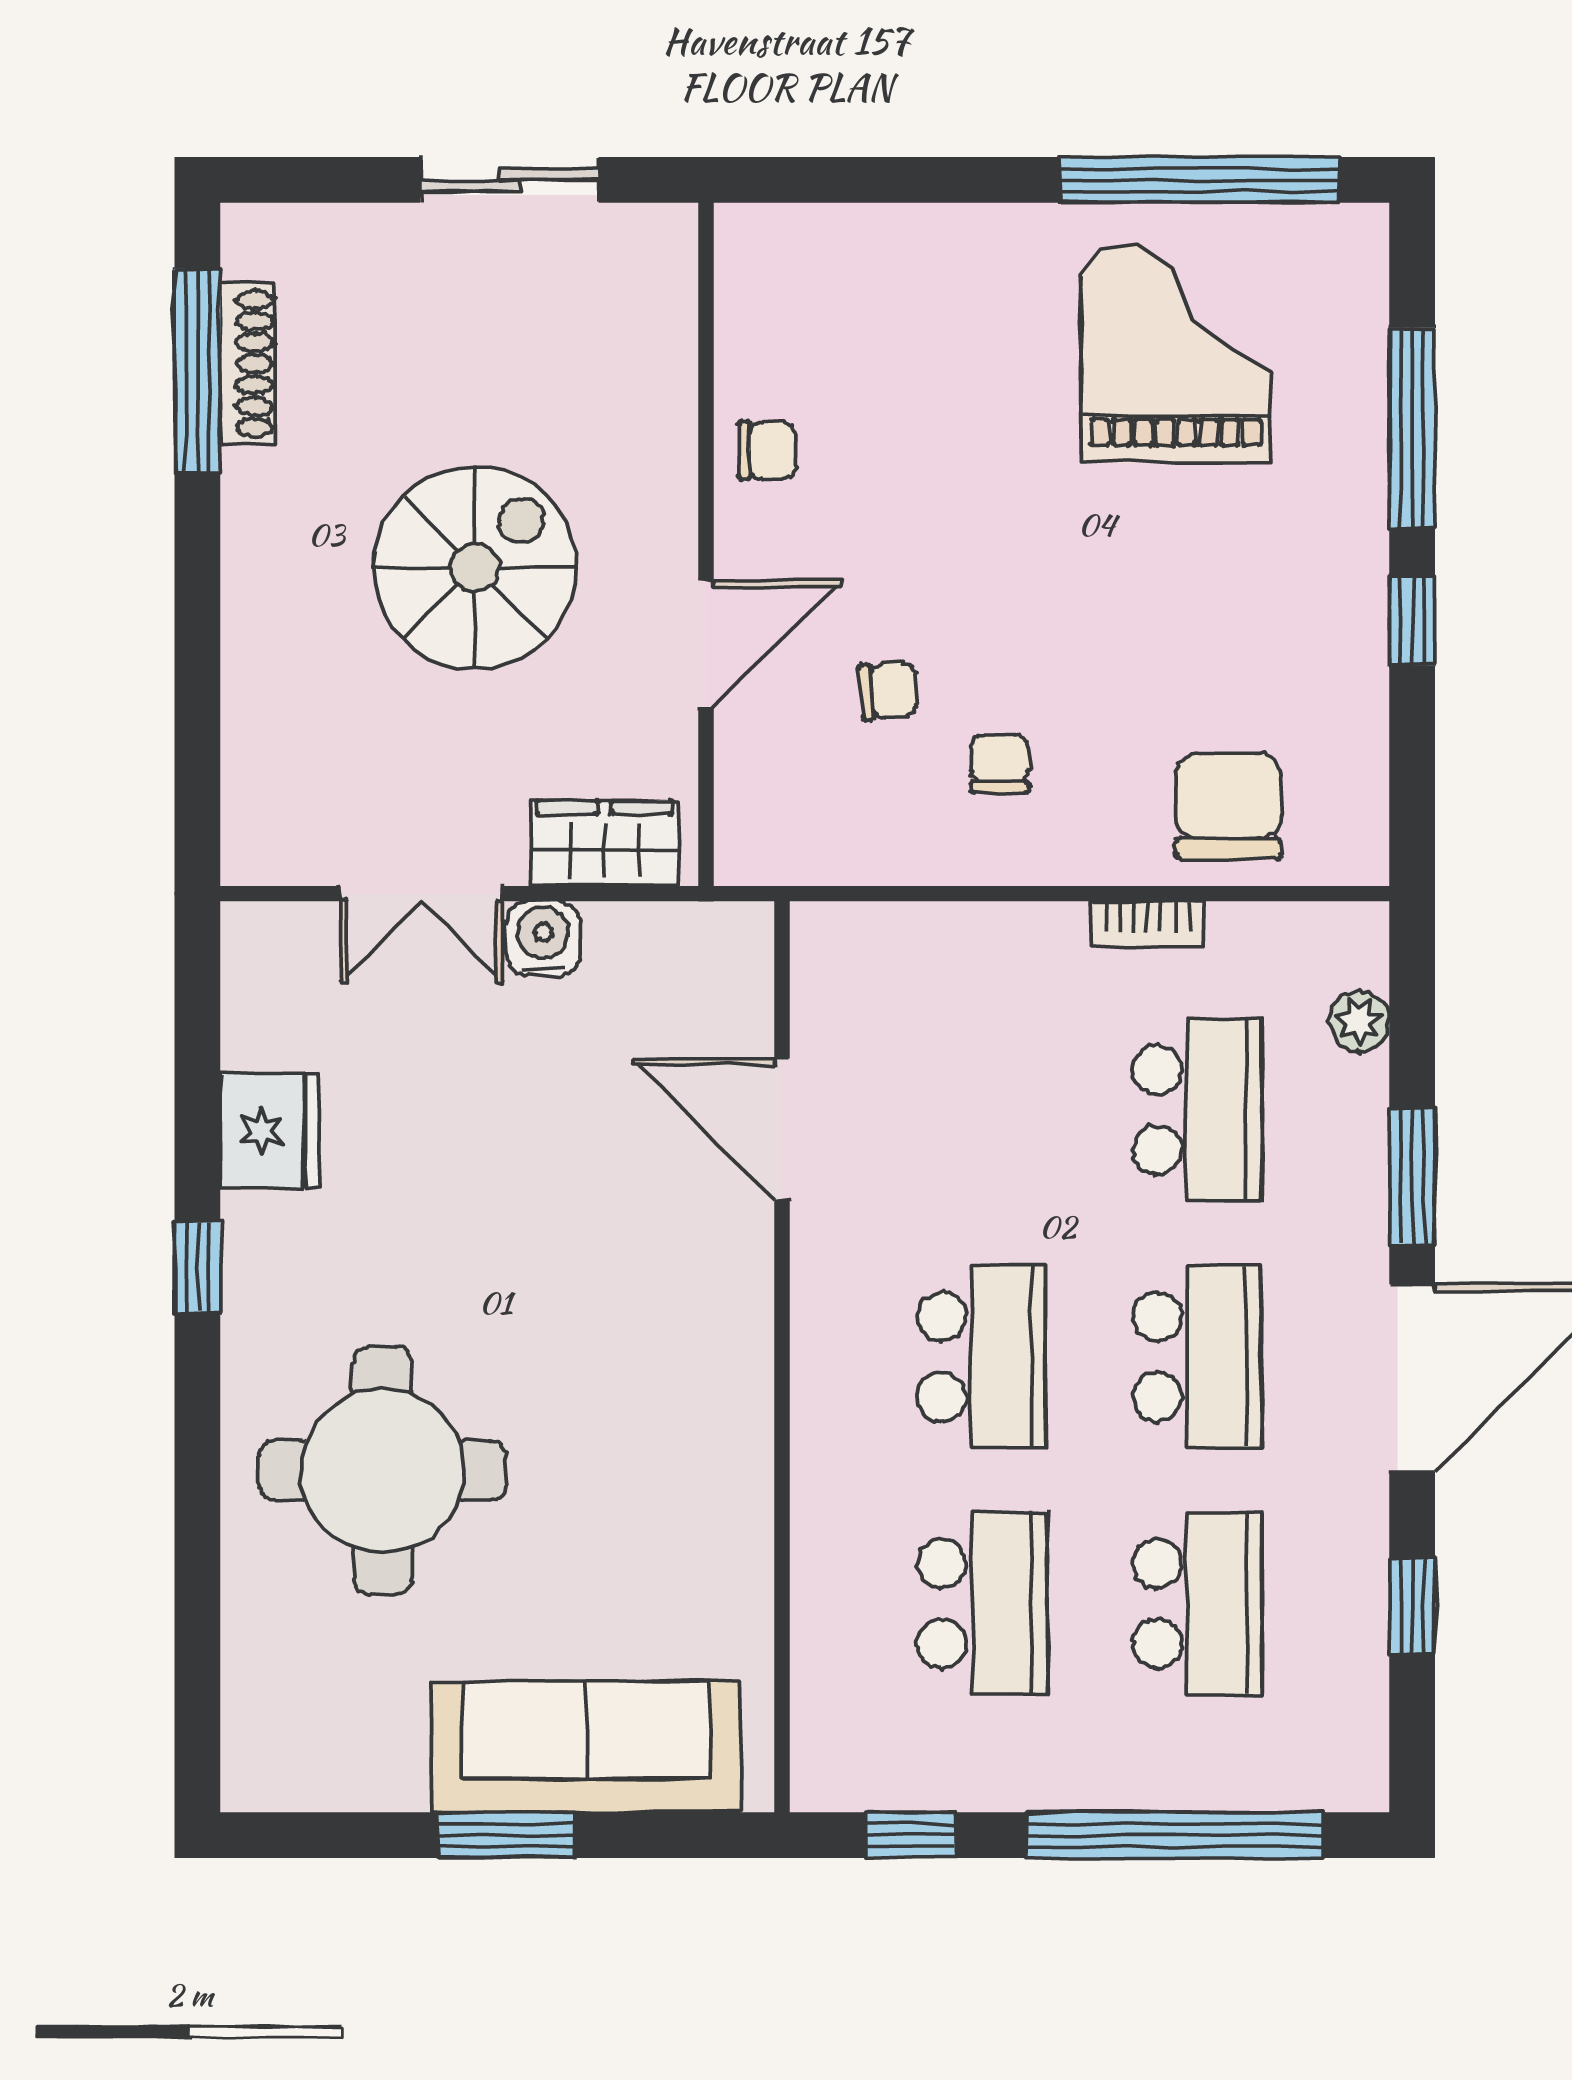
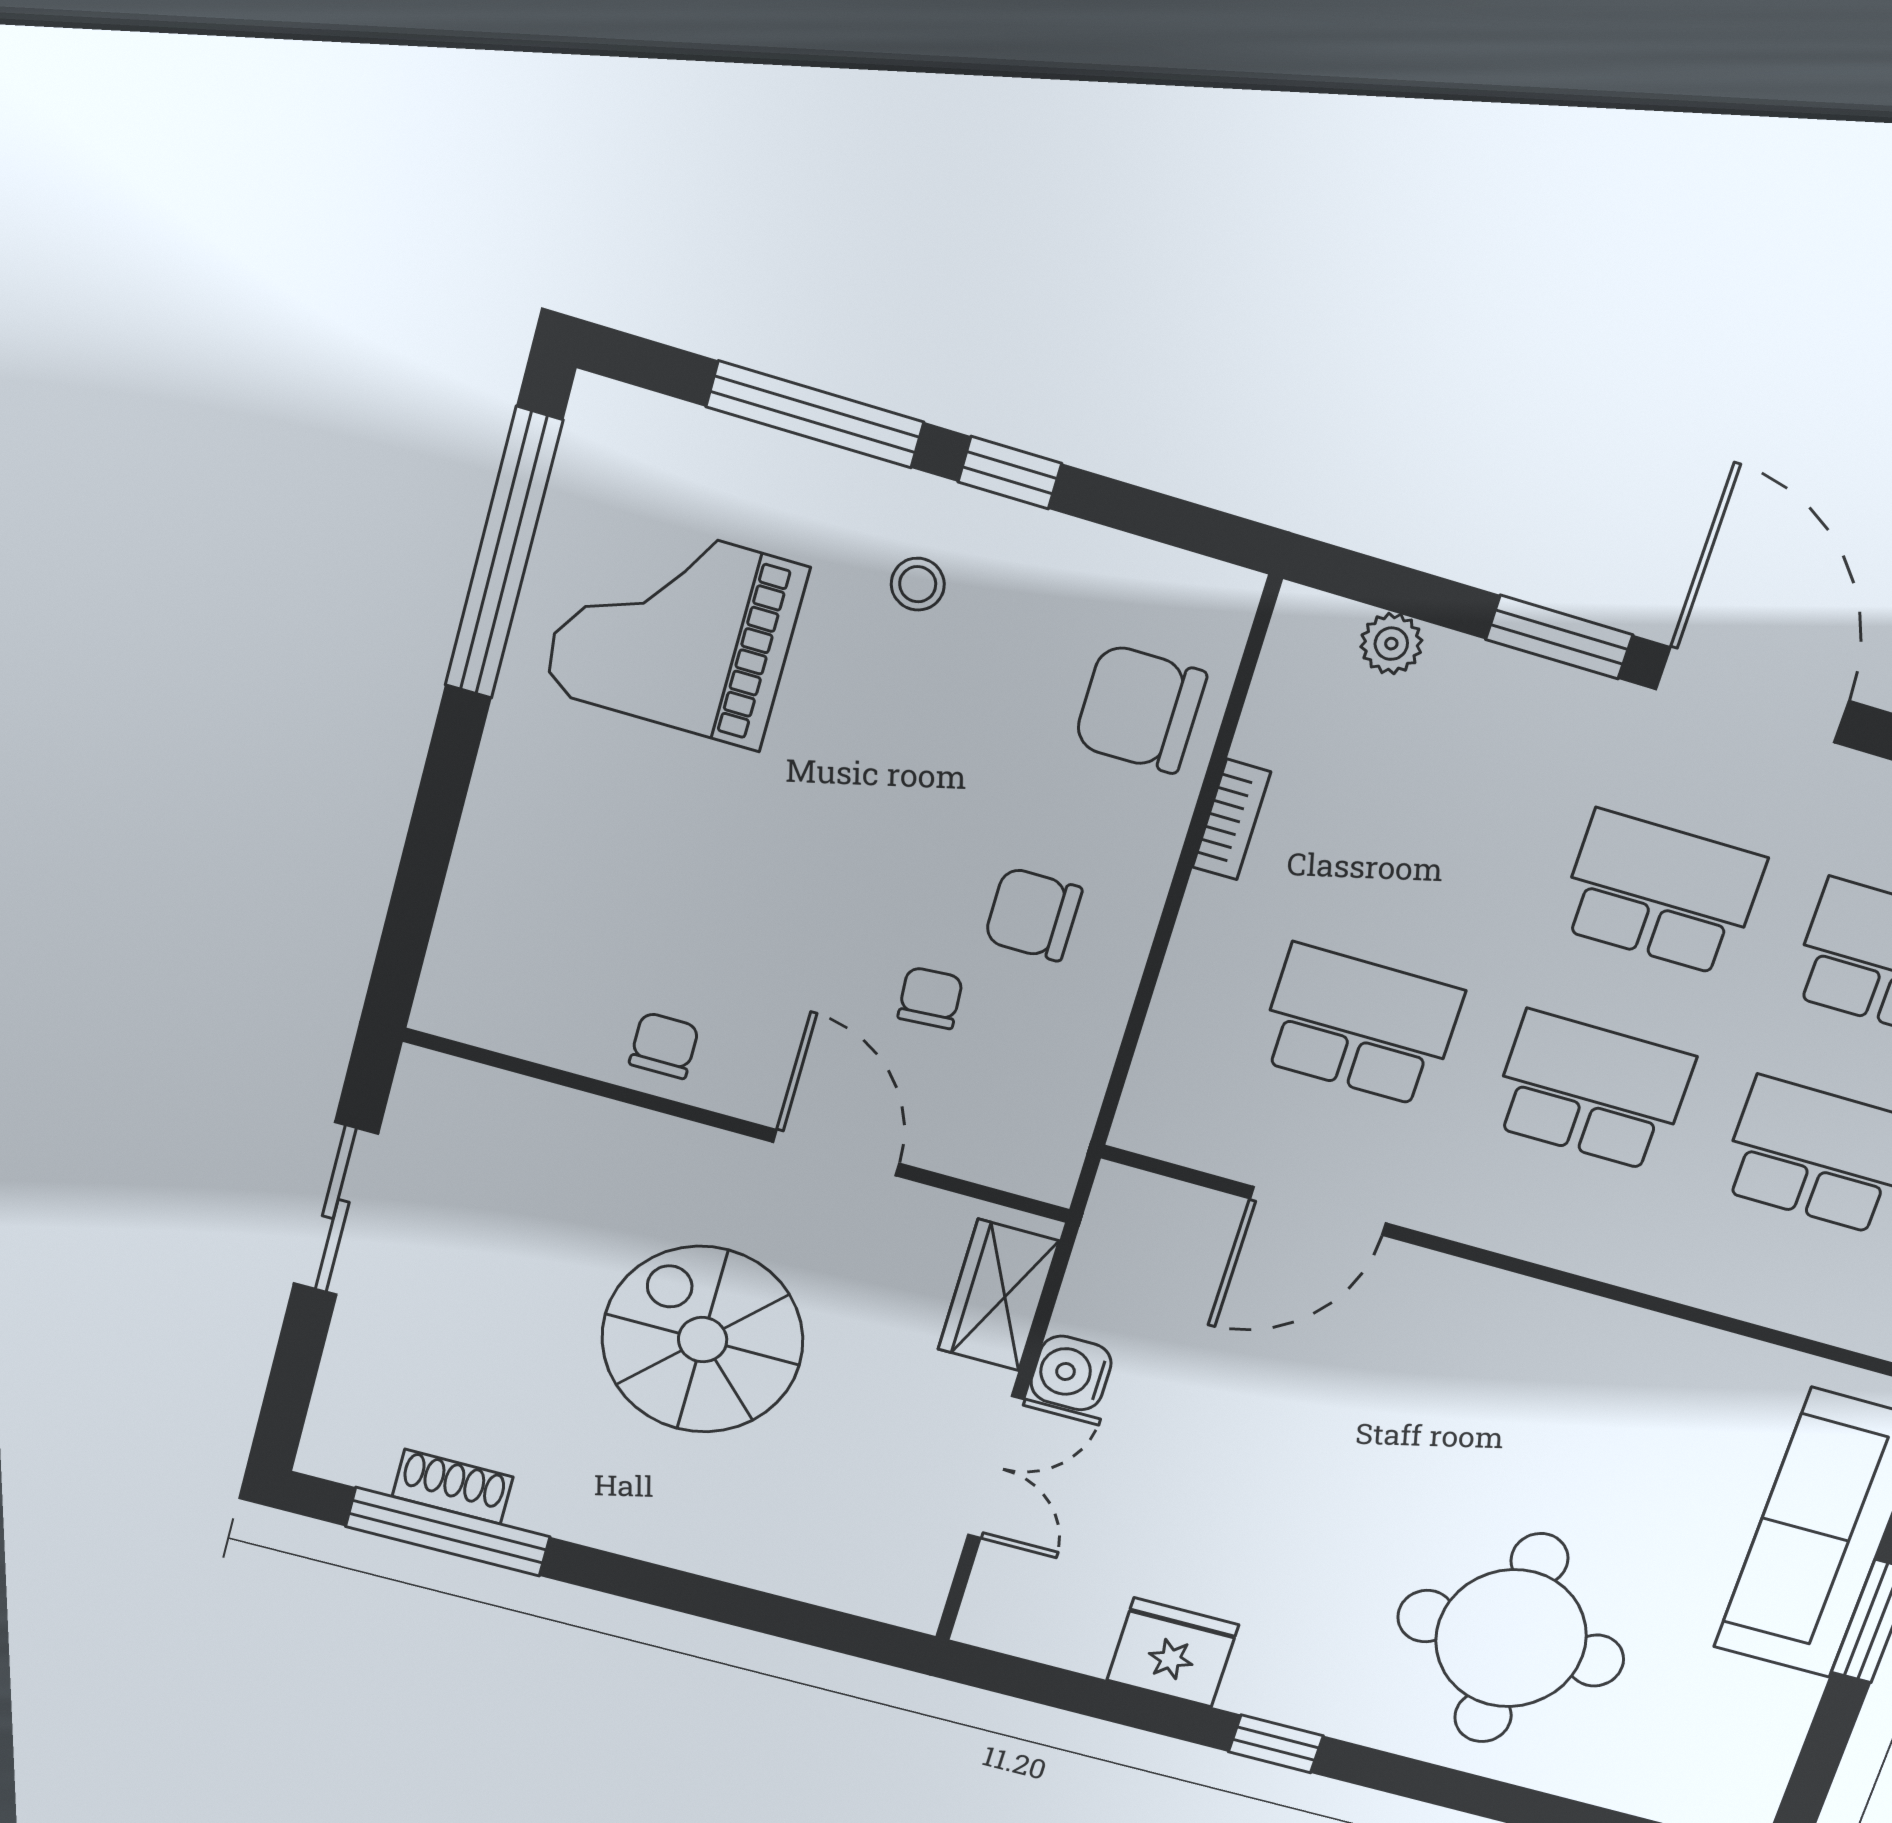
shoe rack: (248, 364) -> (453, 1487), width x0.70
stool: (1284, 565) -> (918, 584), added
chair: (1000, 764) -> (1033, 914), width x1.37, depth x1.37
school desk: (1197, 1110) -> (1360, 1025), moved

